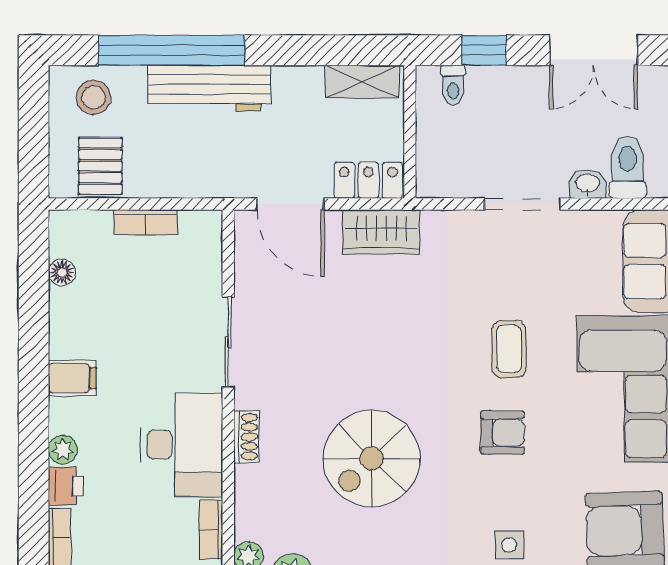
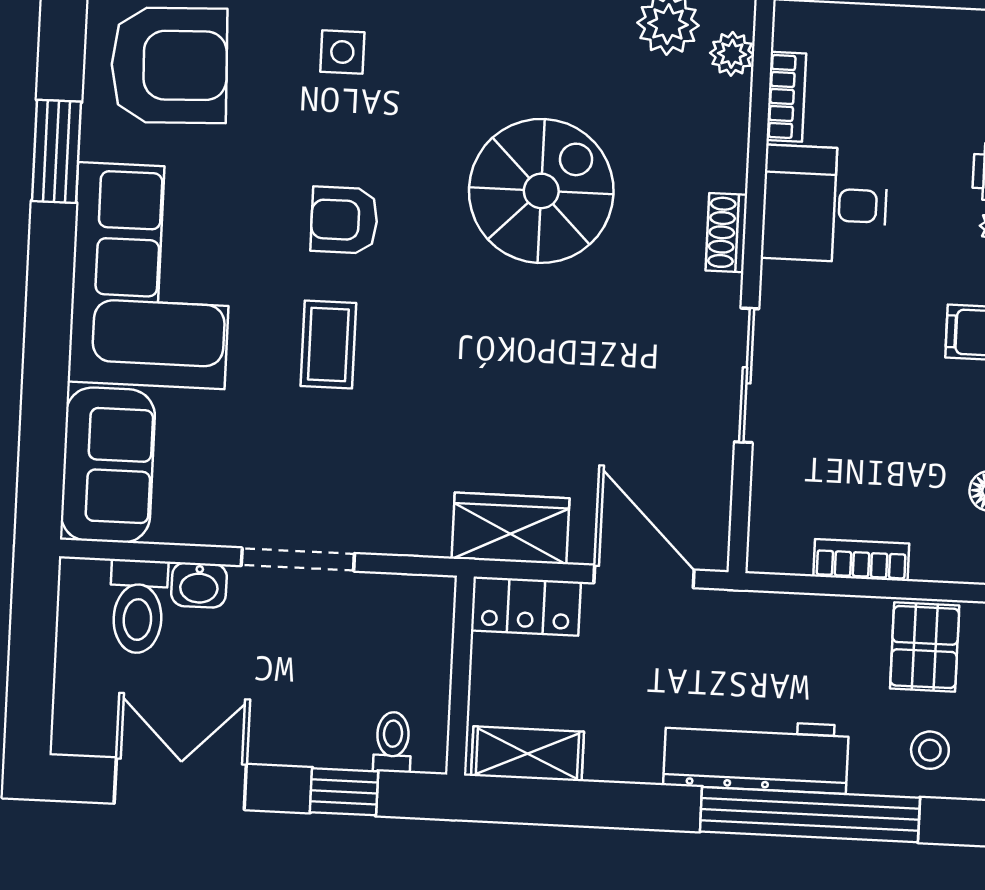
stool: (93, 97) -> (930, 750), width x0.73, depth x0.73
desk: (182, 445) -> (825, 204), width x0.73

